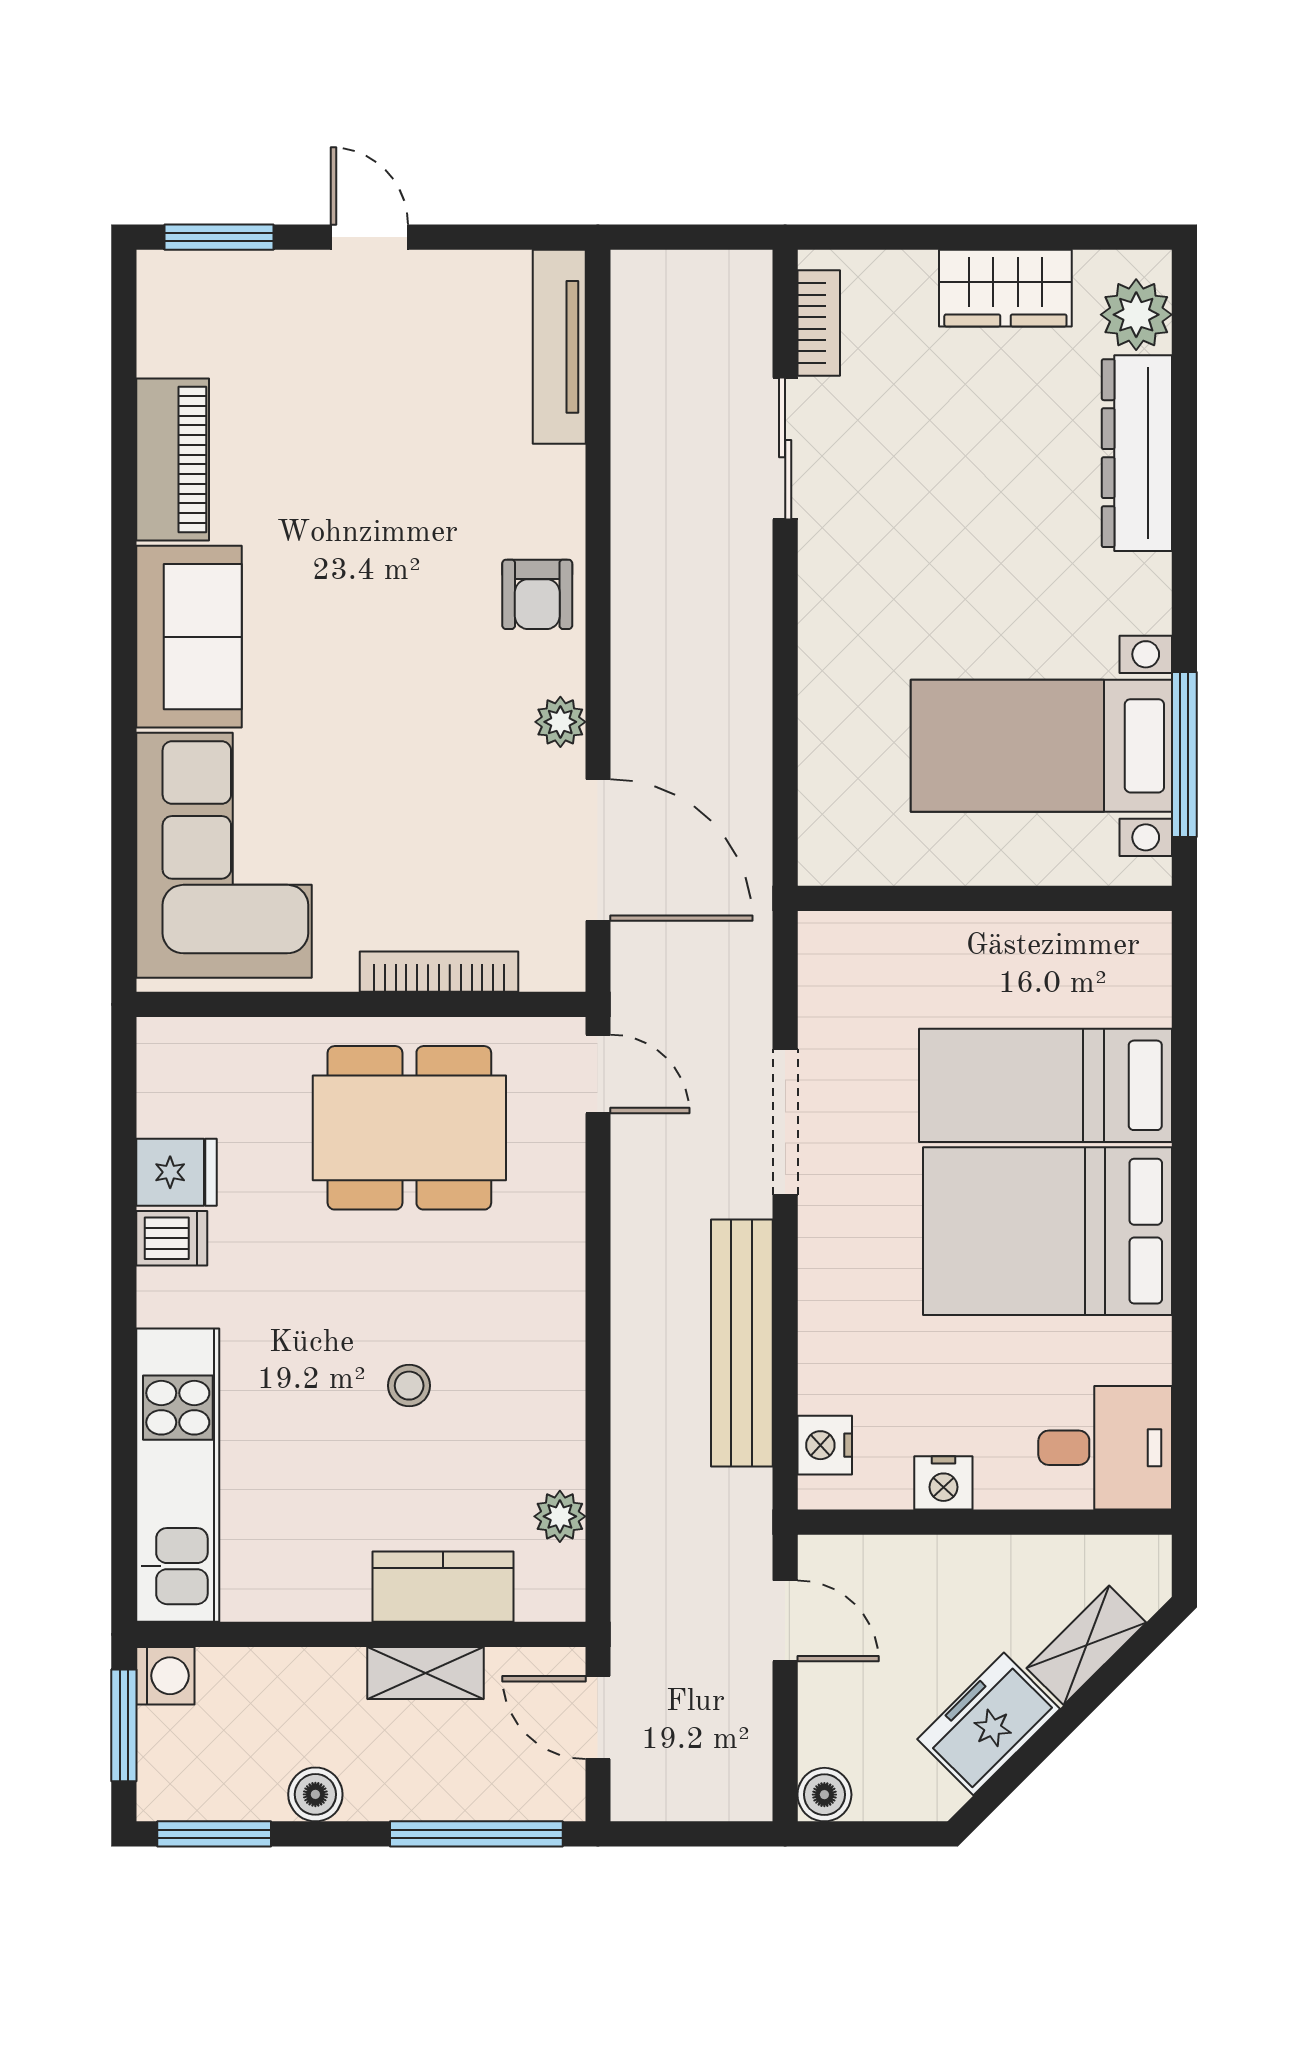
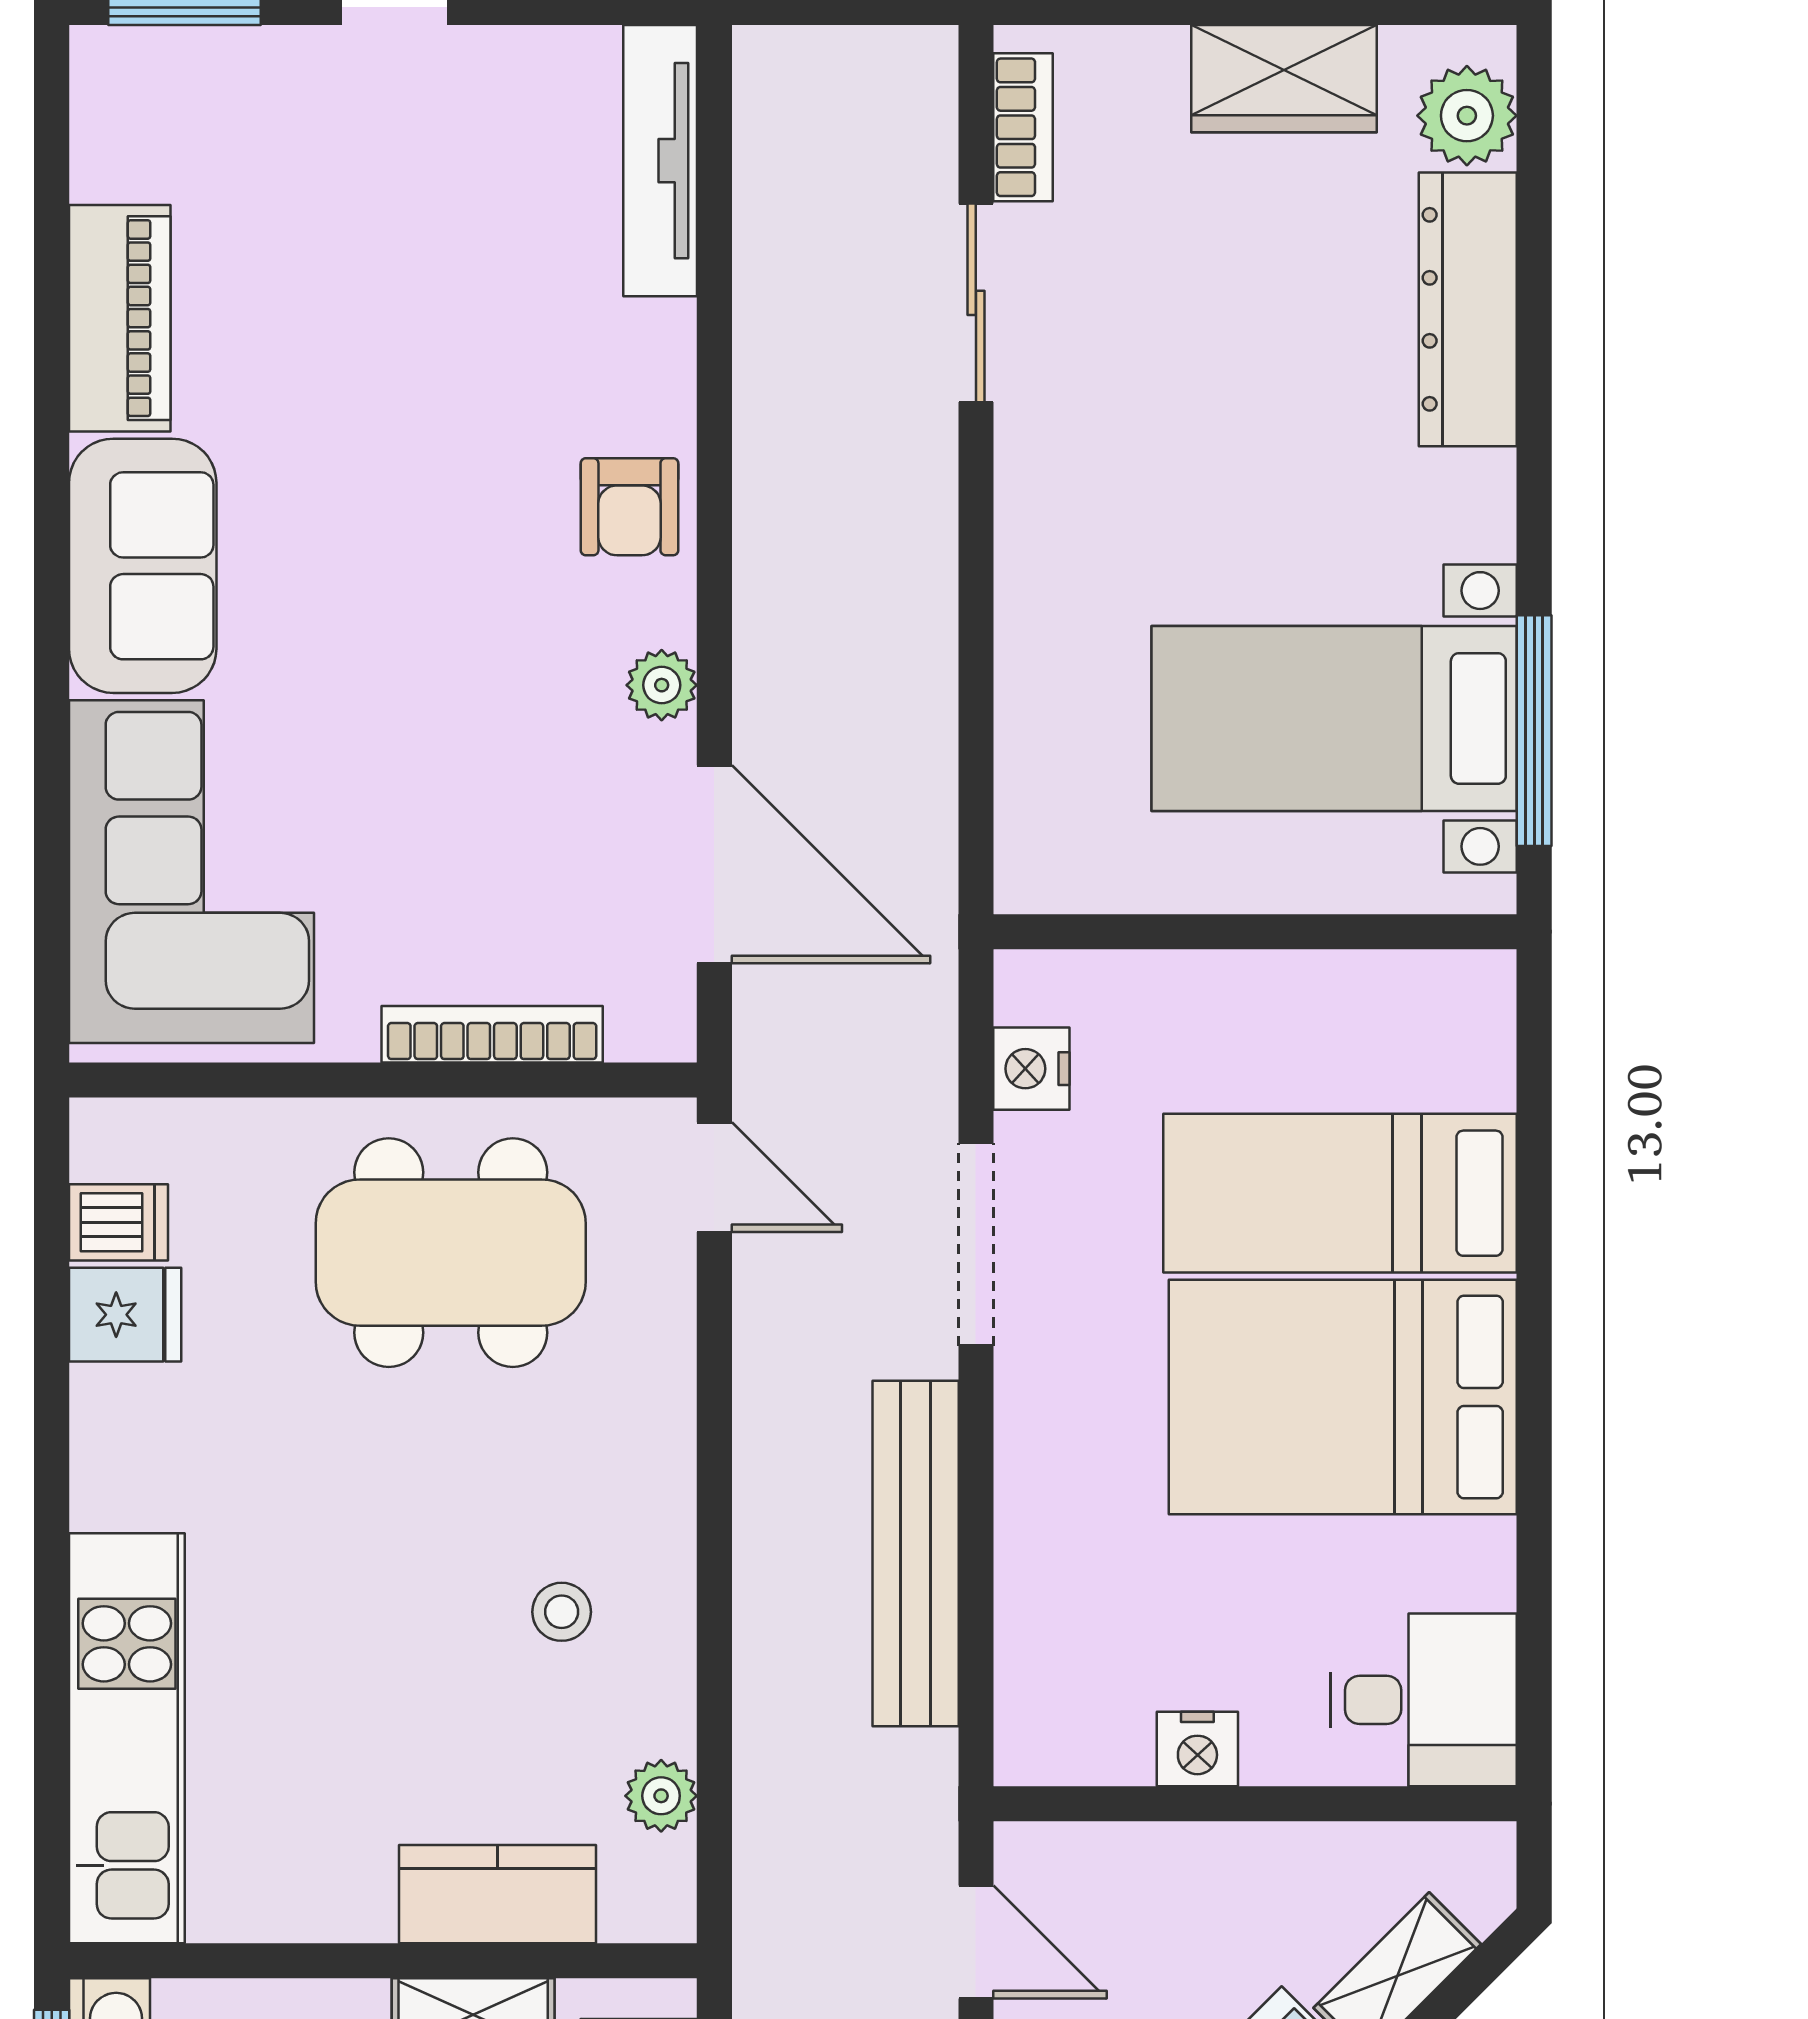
dishwasher: (172, 1238) -> (118, 1222), moved
stool: (409, 1386) -> (562, 1612), moved
nightstand: (825, 1445) -> (1031, 1069), moved

